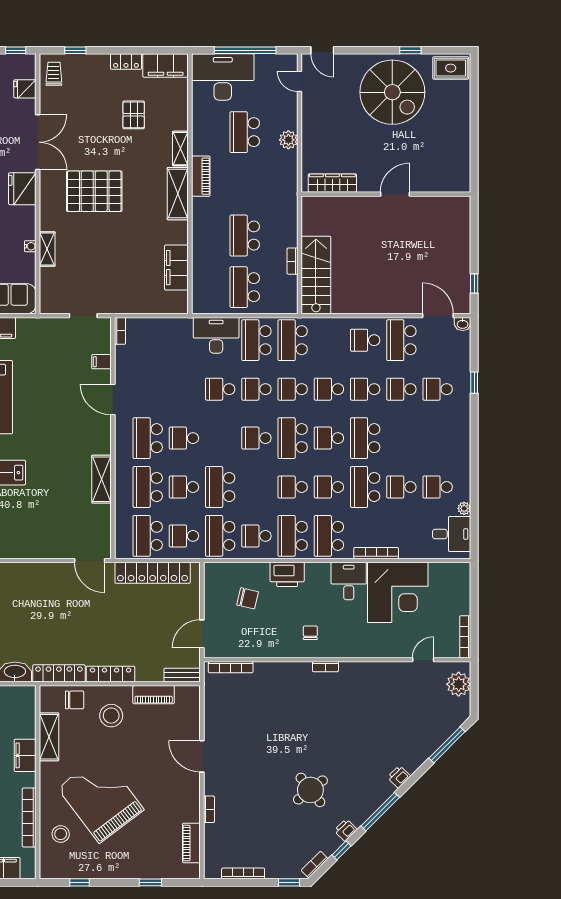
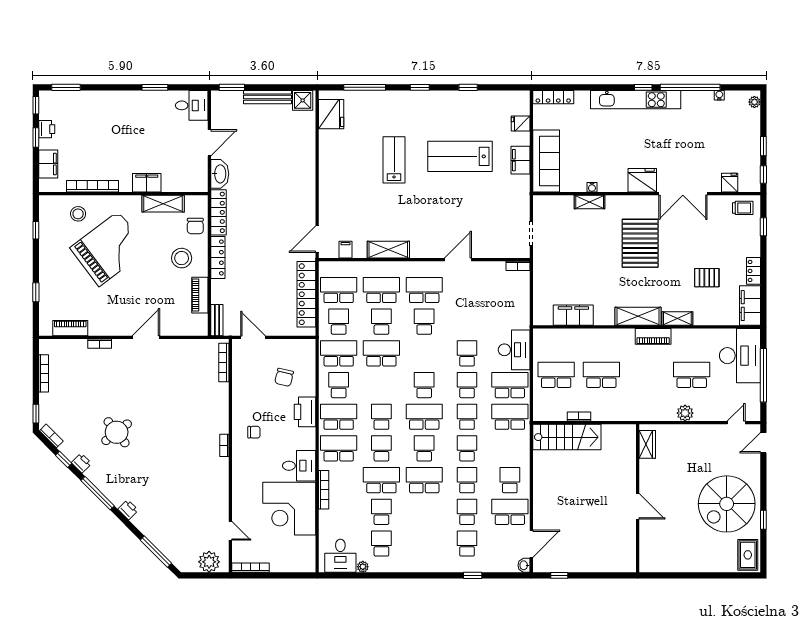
wardrobe: (332, 183) -> (647, 444), width x0.67
filing cabinet: (102, 362) -> (345, 250), moved

